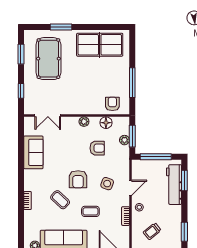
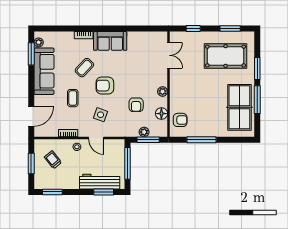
window: (92, 27) -> (257, 100), added
double door: (48, 116) -> (169, 55), swing flipped
sofa: (33, 152) -> (110, 41), moved

